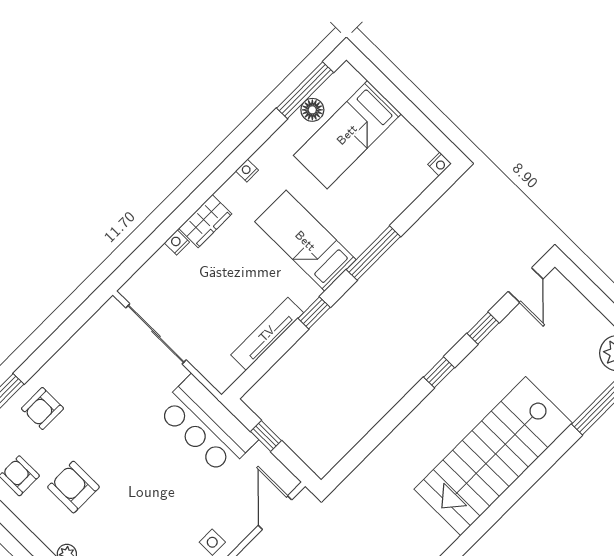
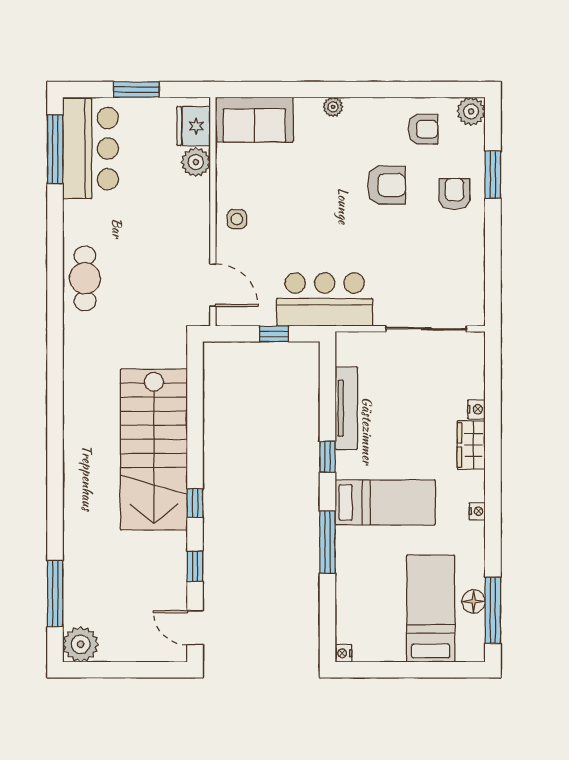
stairs: (493, 456) -> (154, 449), moved, turned 180
armchair: (73, 487) -> (386, 185), moved

